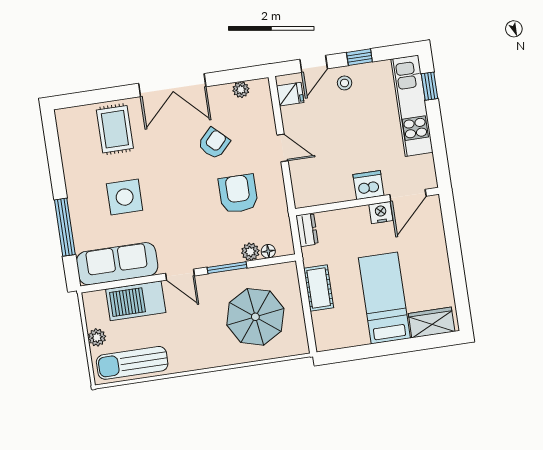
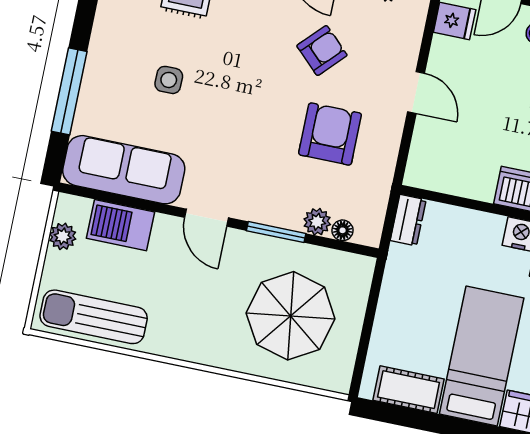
side table: (125, 197) -> (169, 80), width x0.54, depth x0.54
cot: (319, 288) -> (409, 390), moved, turned 90
barbecue: (136, 301) -> (120, 225), width x0.73, depth x0.83
plant: (97, 337) -> (63, 236), moved

